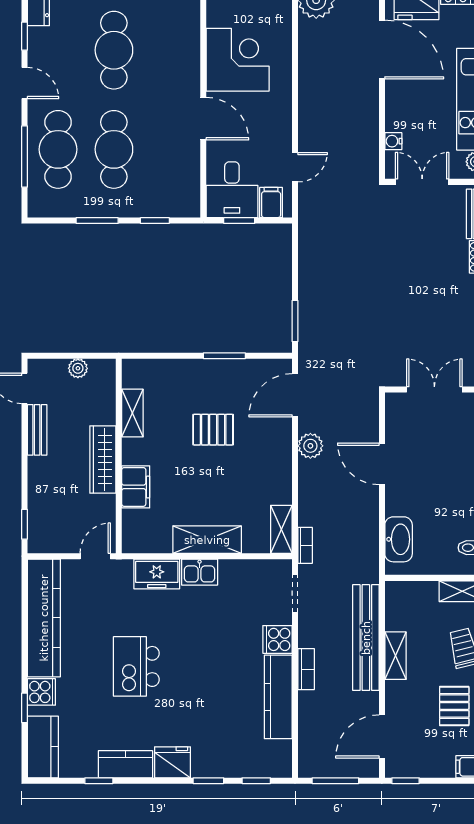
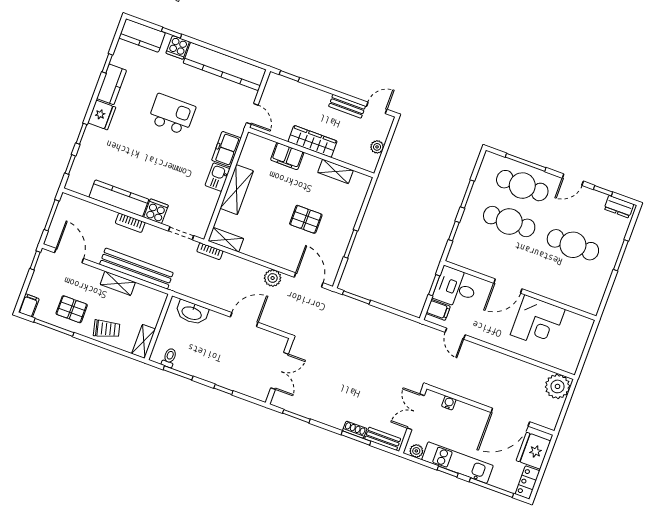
double door: (422, 182) -> (416, 412), swing flipped
pallet: (213, 430) -> (306, 219), turned 90

